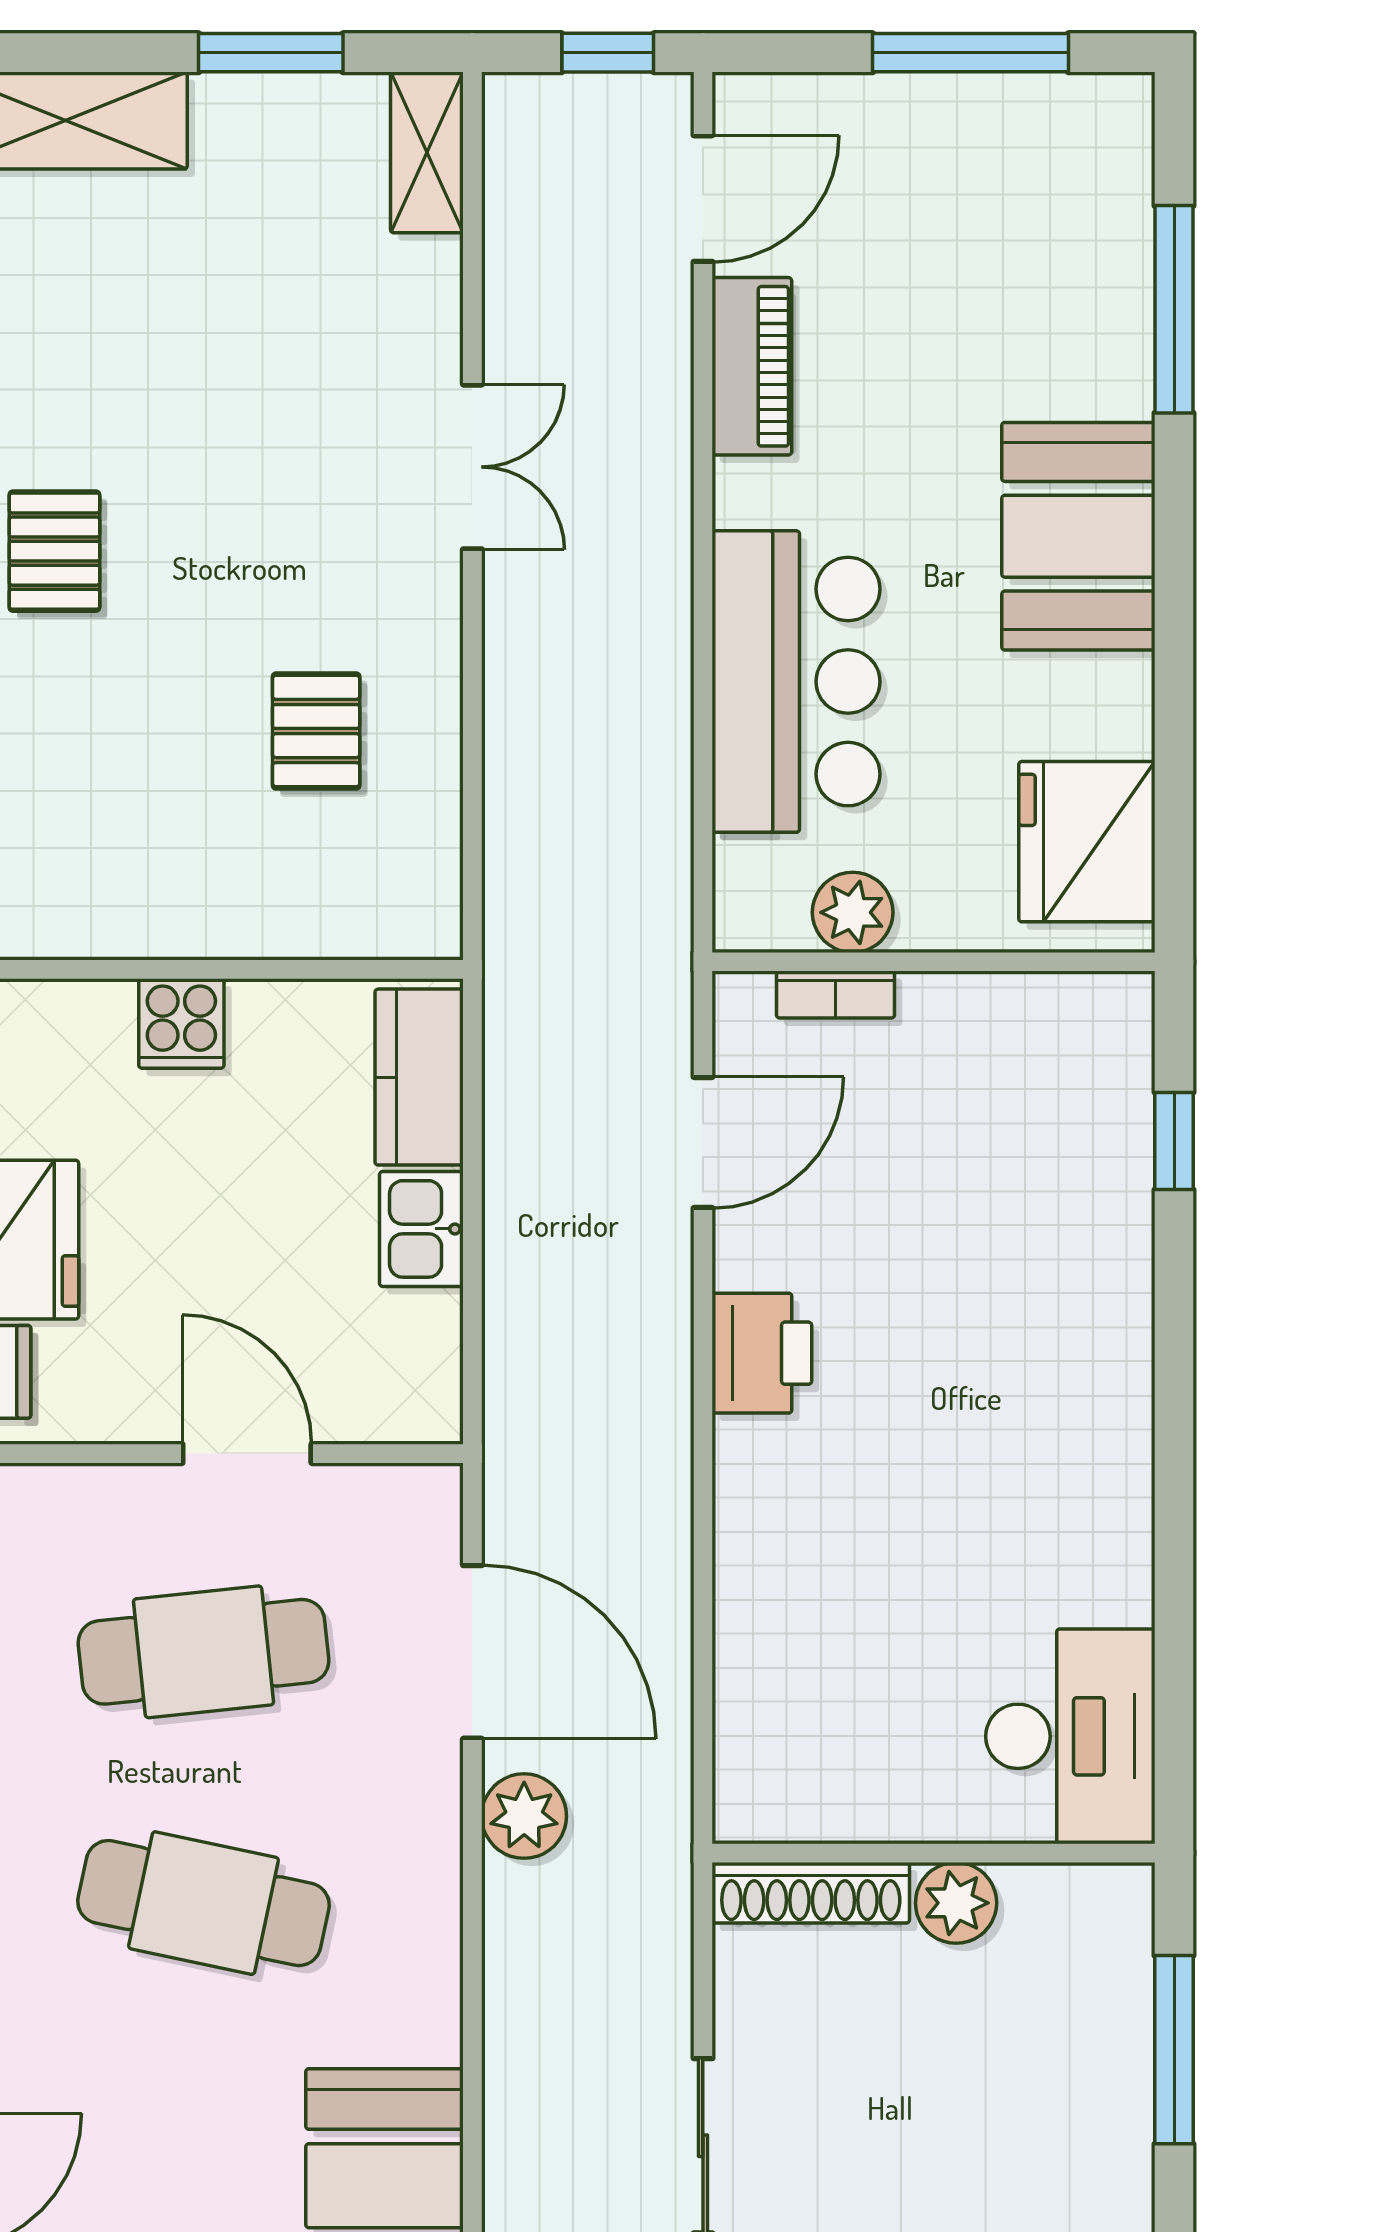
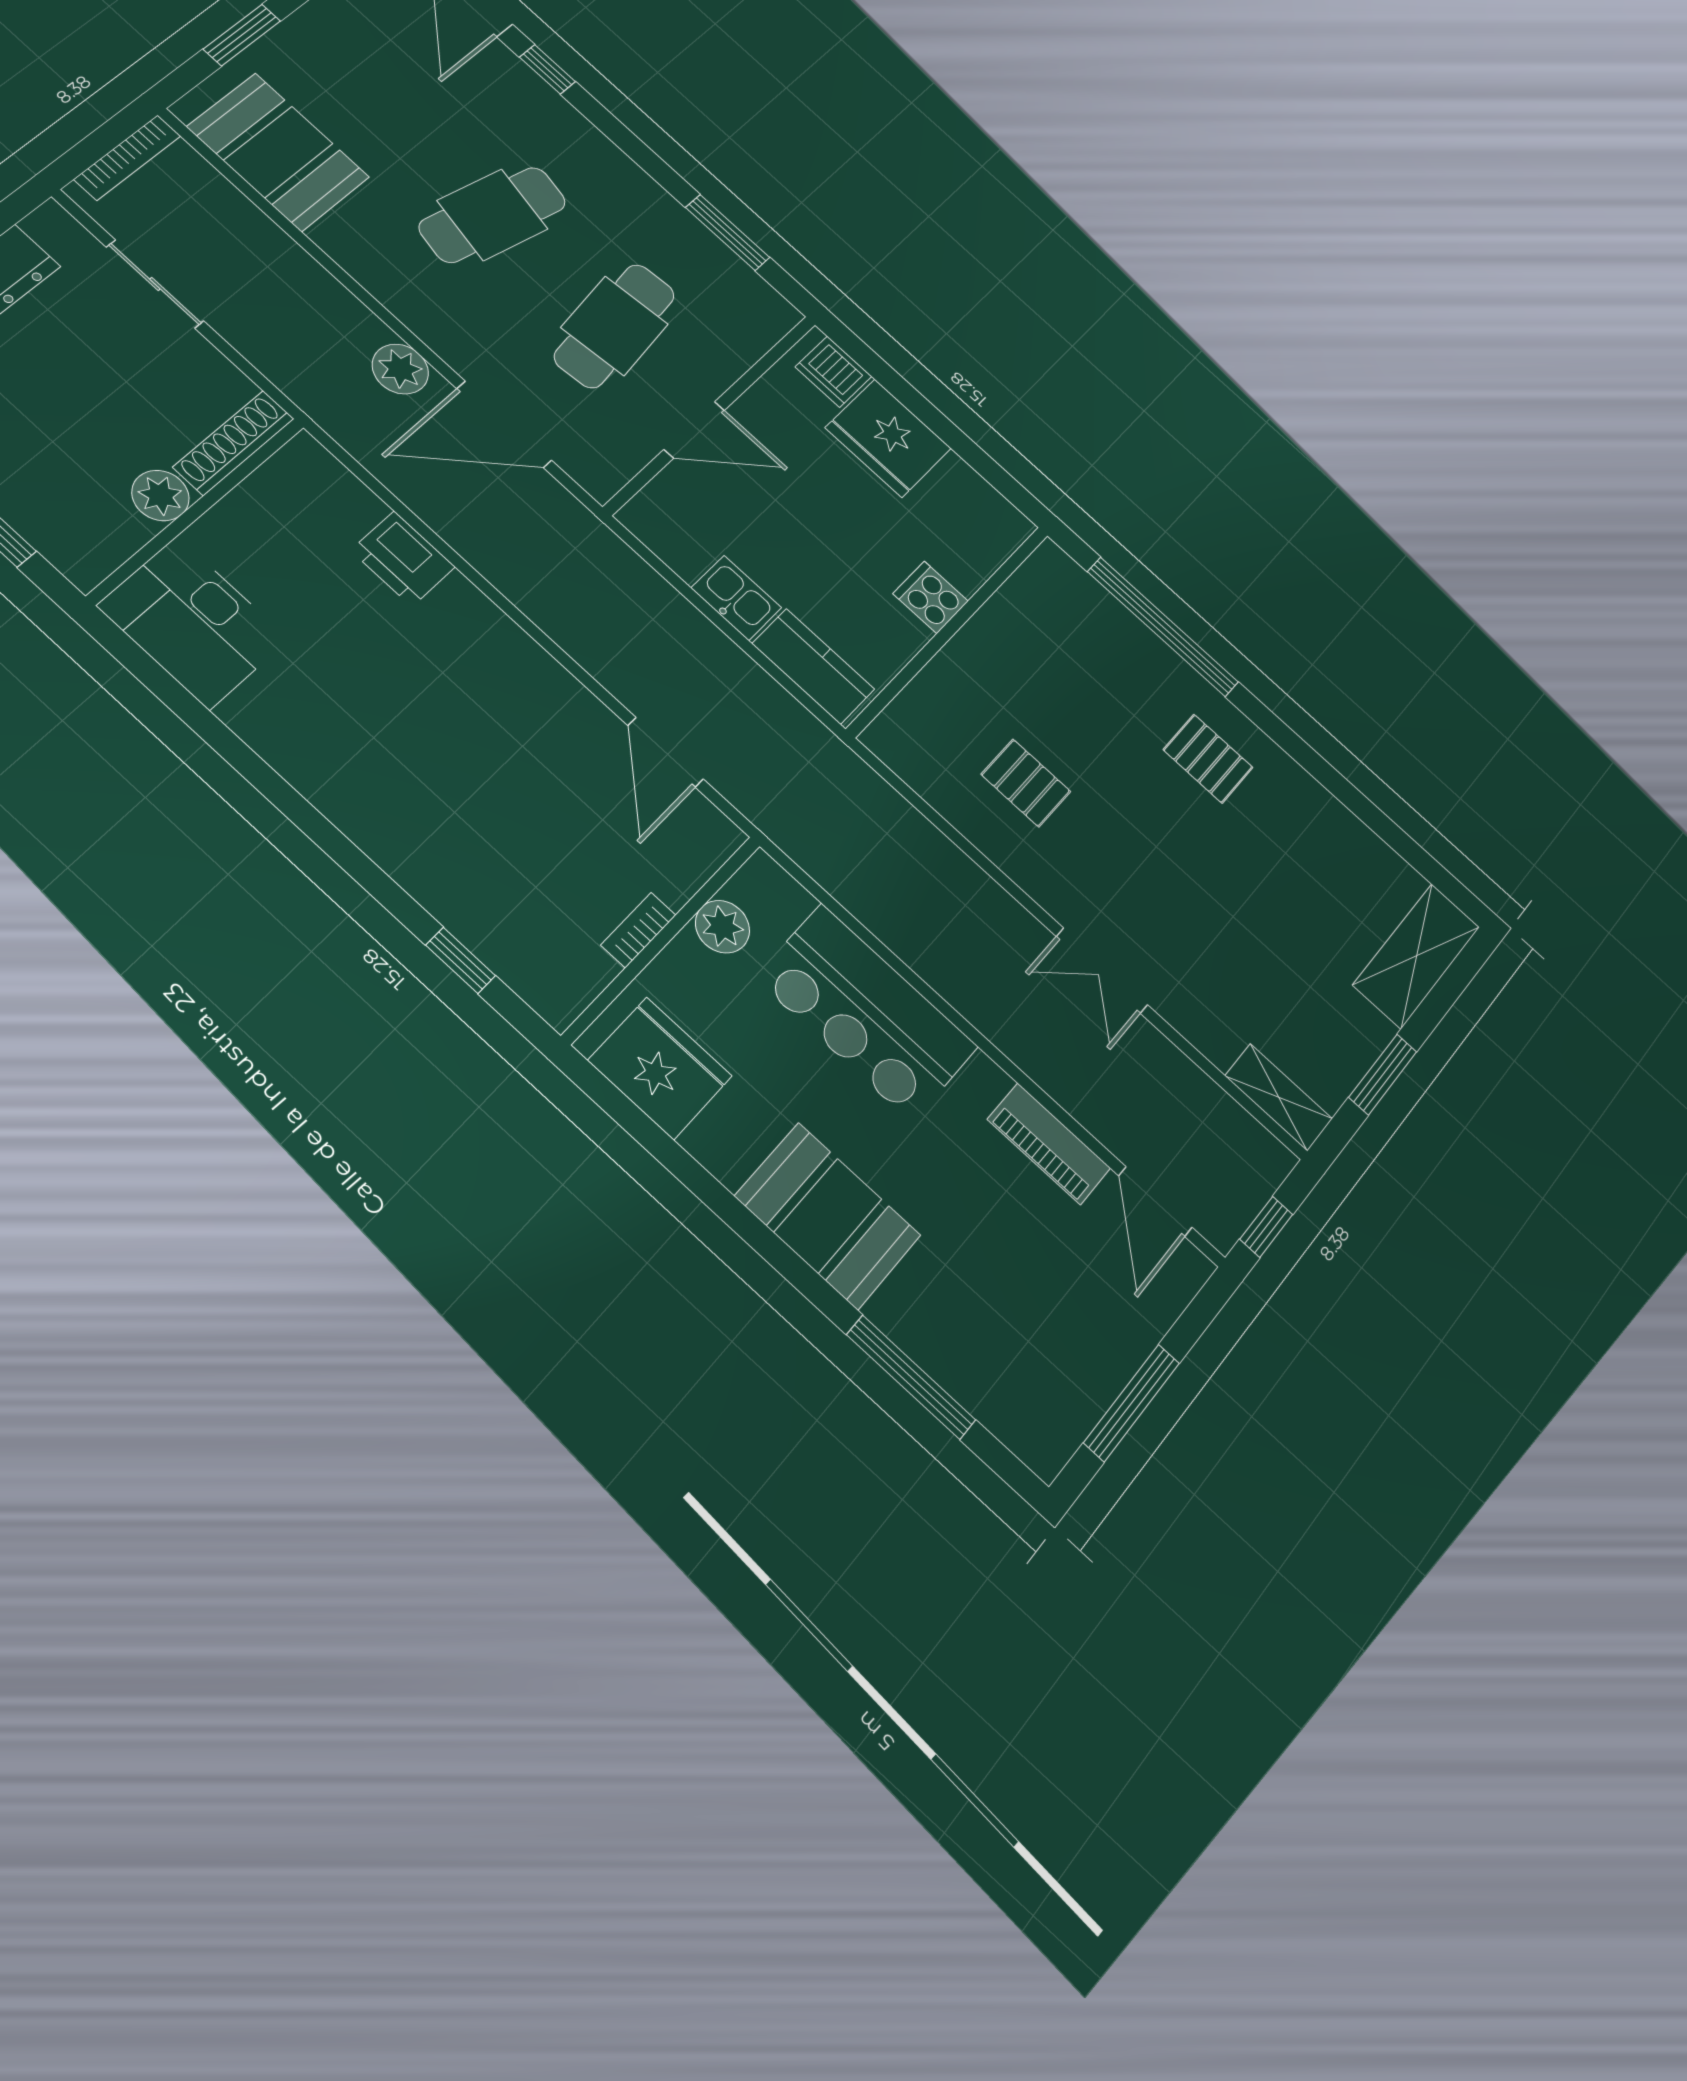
bookcase: (835, 995) -> (638, 930), moved
printer: (762, 1353) -> (403, 559), moved

